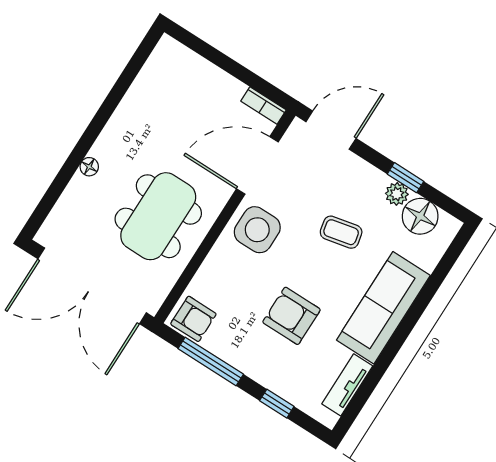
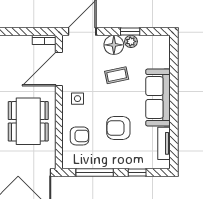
floor lamp: (420, 216) -> (114, 45), moved
side table: (257, 230) -> (78, 99), width x0.54, depth x0.54
armchair: (193, 319) -> (80, 136), moved

